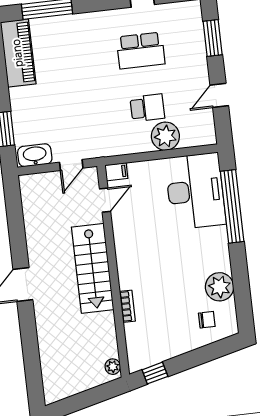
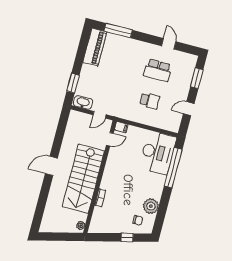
plant: (165, 136) -> (153, 119), removed
stairs: (93, 268) -> (83, 179), width x1.36, depth x1.51
window: (155, 373) -> (127, 237), moved

